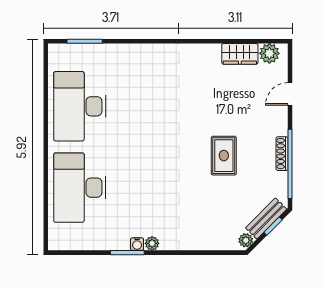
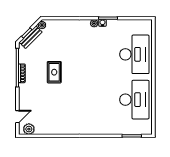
wardrobe: (240, 54) -> (45, 129), removed
door: (290, 94) -> (17, 117), moved

